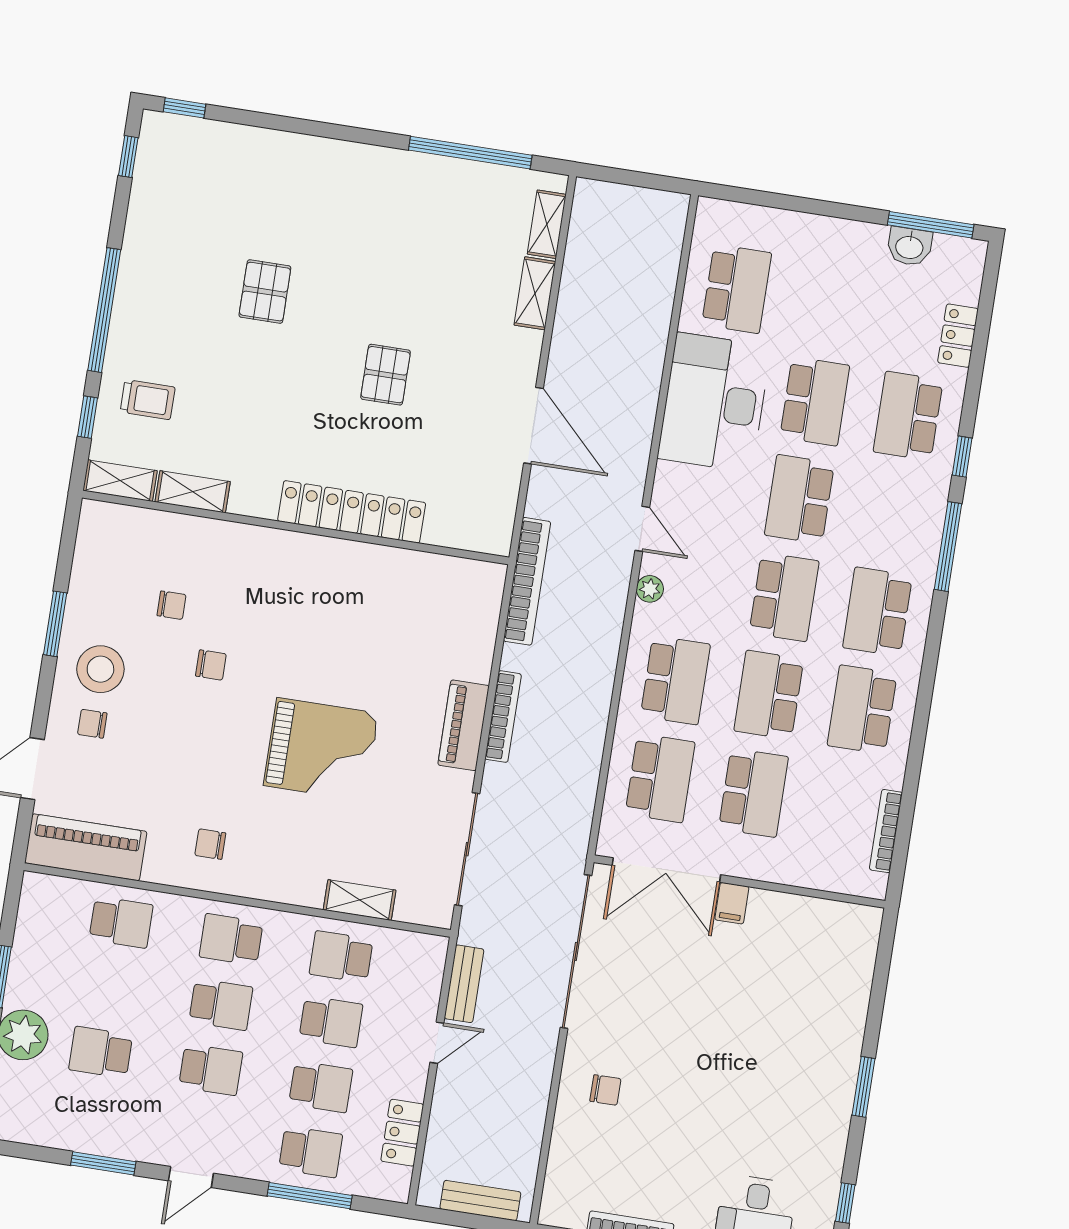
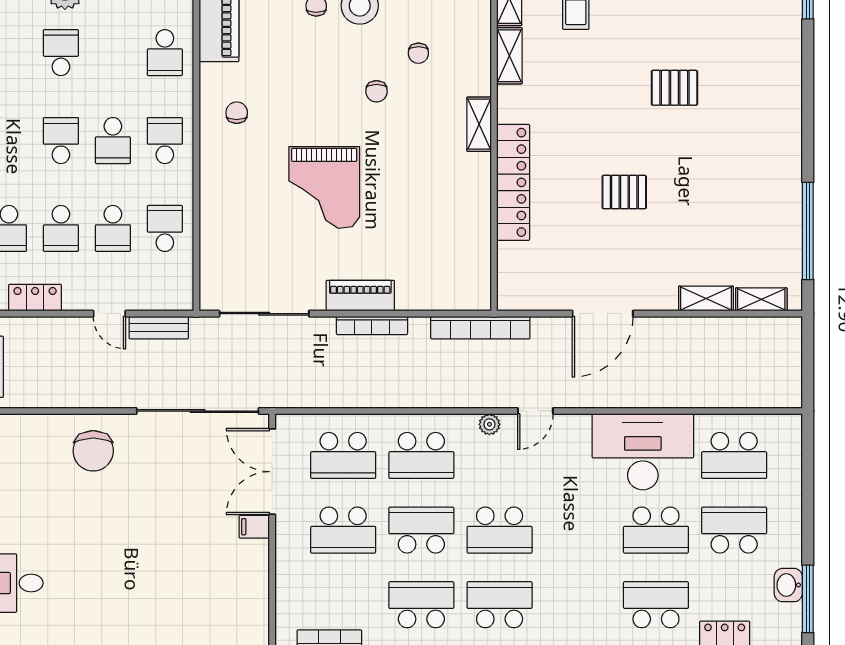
school desk: (799, 499) -> (734, 530), moved
shelving: (360, 900) -> (479, 124), moved
school desk: (211, 1070) -> (61, 141), turned 180
chair: (605, 1090) -> (93, 451), width x1.87, depth x1.87

